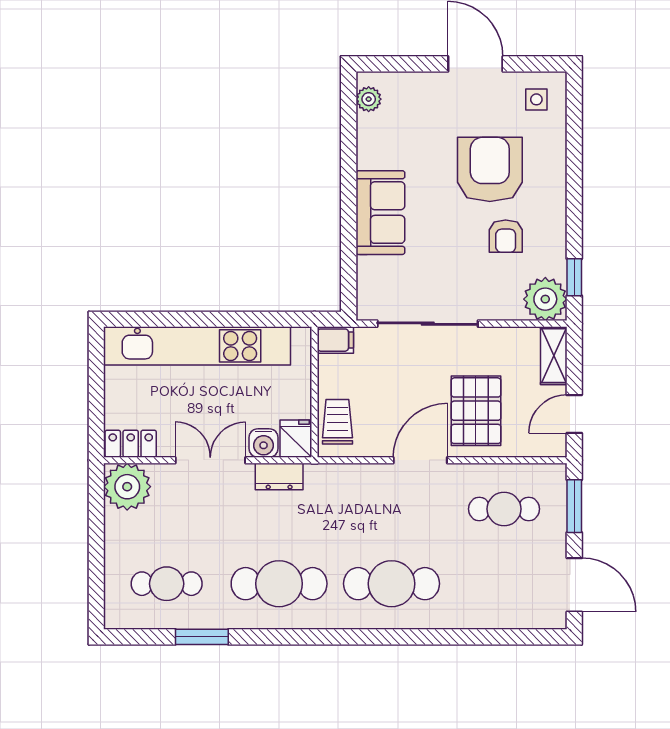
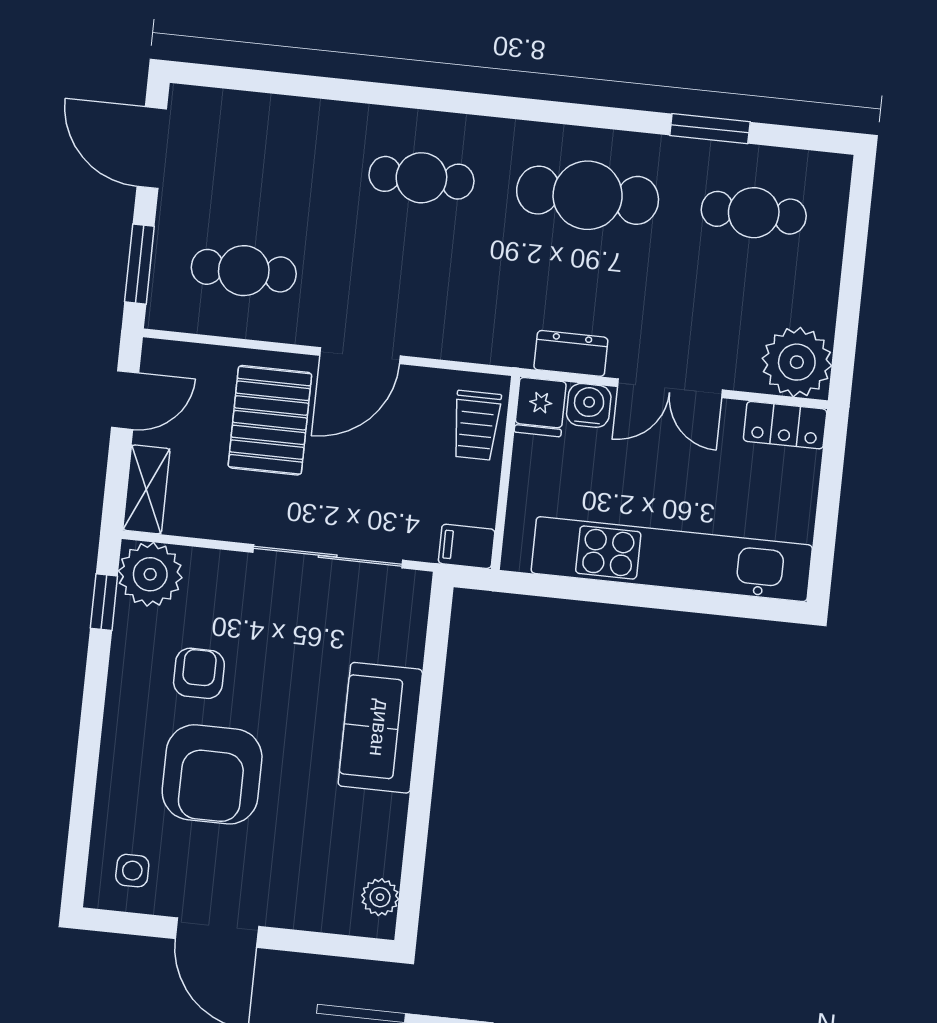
cafe table: (392, 584) -> (421, 178), width x0.73, depth x0.74

